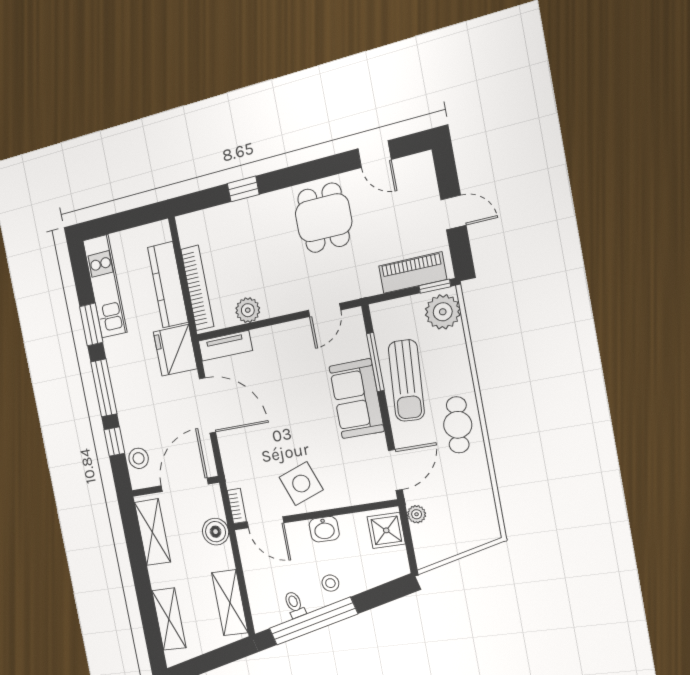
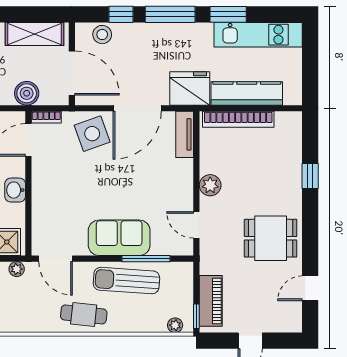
plant: (248, 310) -> (210, 185), moved
plant: (443, 312) -> (175, 325), width x0.53, depth x0.53
side table: (301, 484) -> (92, 134), moved

